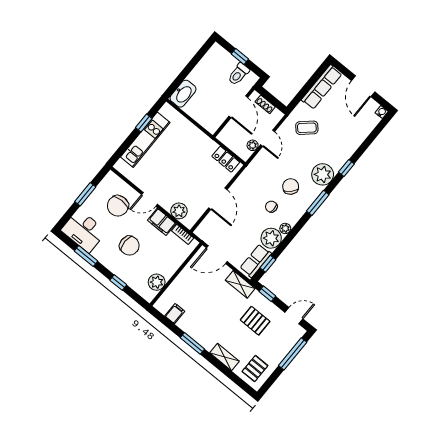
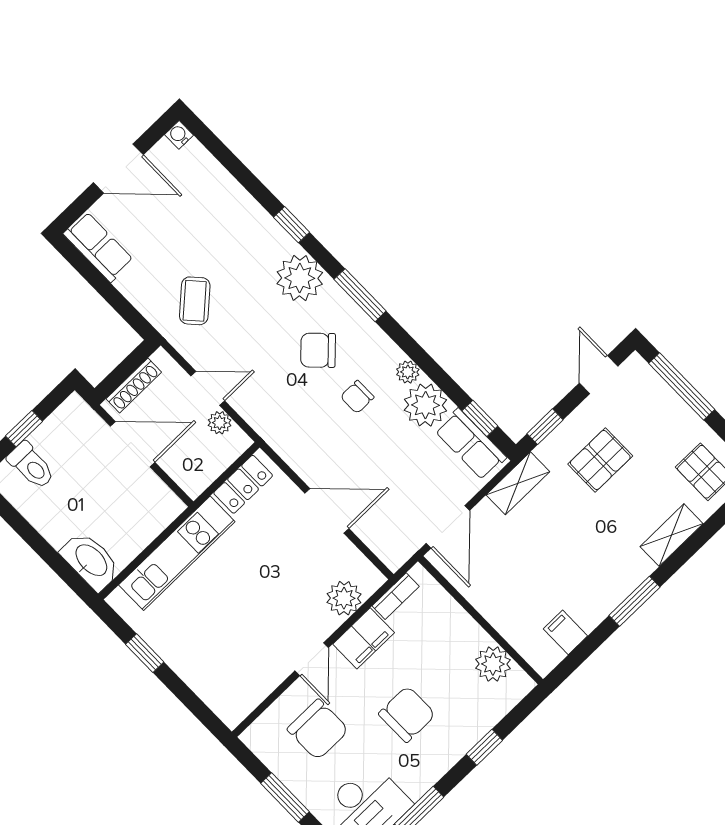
toilet: (239, 74) -> (31, 466), moved
row of seats: (322, 87) -> (98, 247), width x0.68
shoe rack: (265, 104) -> (134, 385), width x1.43
kitchen unit: (145, 140) -> (177, 553), moved, turned 90

